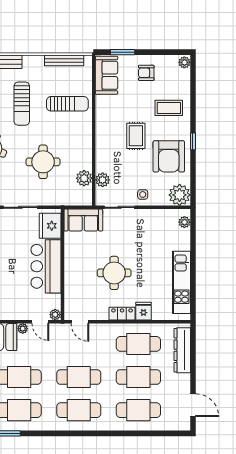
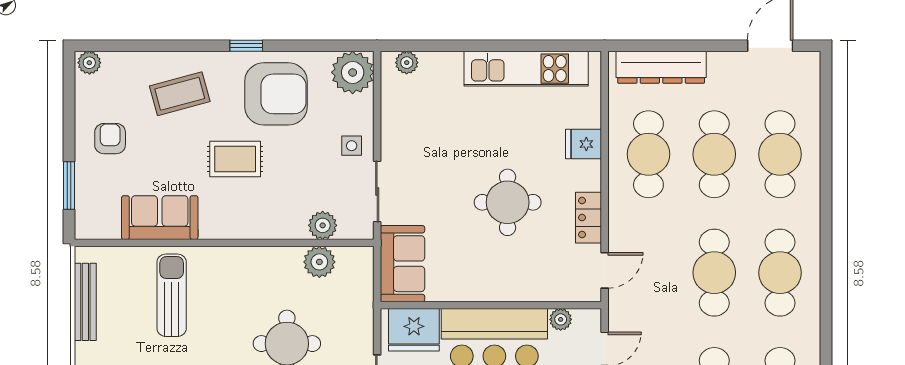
armchair: (146, 73) -> (110, 139), turned 180
sofa: (106, 75) -> (160, 218), moved
coffee table: (169, 108) -> (180, 94), turned 75
locker: (122, 314) -> (588, 218), moved
plant: (55, 315) -> (561, 319), moved

